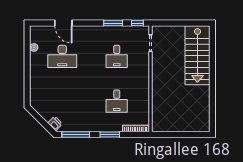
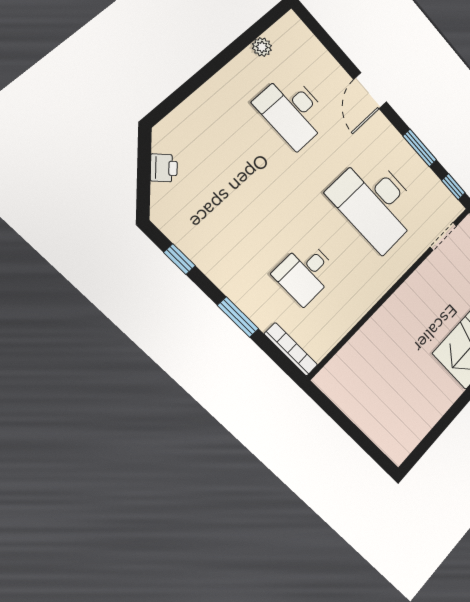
door: (63, 23) -> (370, 91), moved
desk: (117, 56) -> (376, 203), width x1.87, depth x1.30
printer: (55, 123) -> (164, 168), moved
window: (76, 134) -> (179, 259), width x0.46

